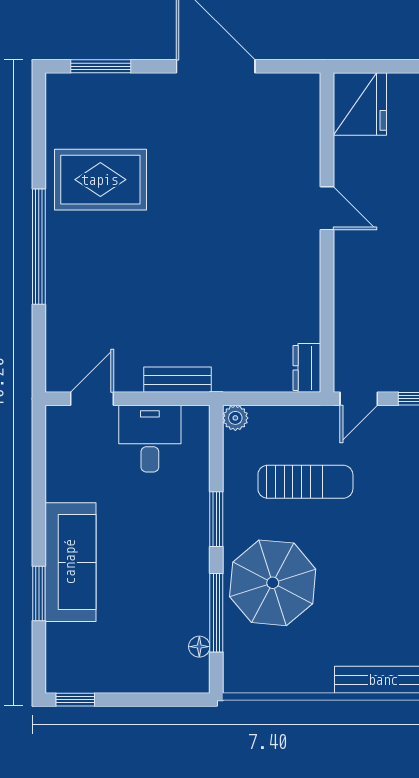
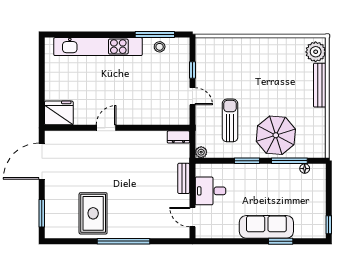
fridge: (360, 104) -> (59, 113), moved
door: (327, 208) -> (106, 128), moved
wall: (327, 233) -> (117, 128), moved
dresser: (307, 368) -> (178, 137), moved

